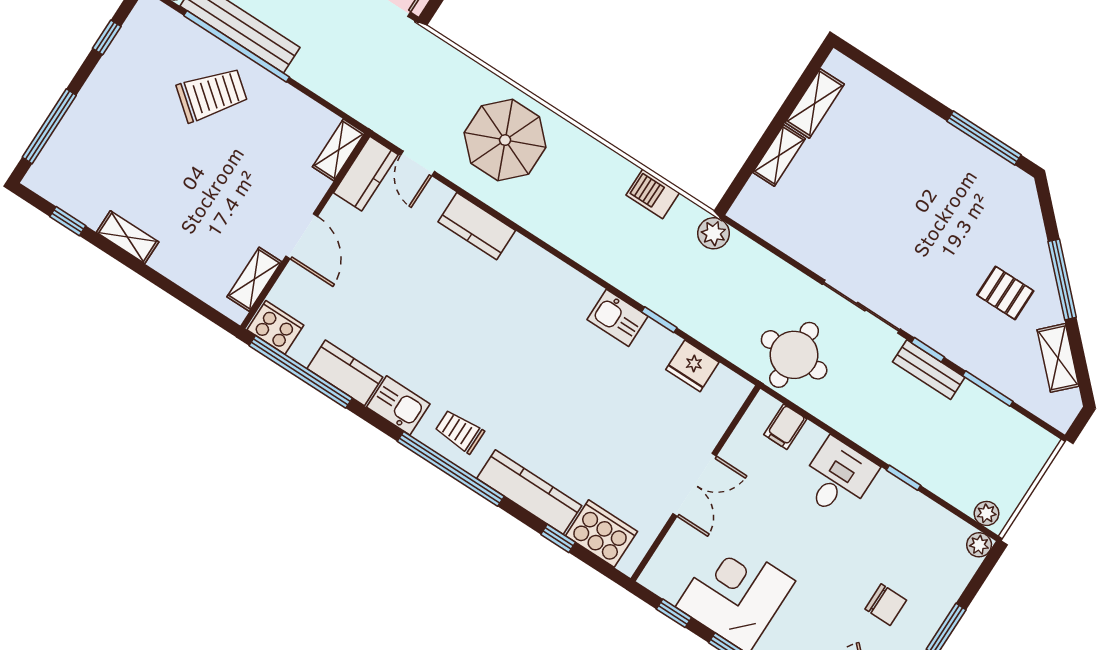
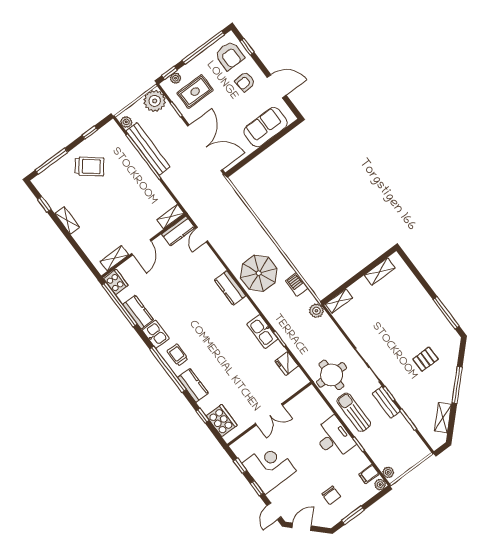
trolley: (212, 95) -> (89, 166), moved
parasol: (505, 140) -> (259, 273), moved
shelving: (779, 156) -> (339, 301), moved
kitchen counter: (477, 226) -> (230, 288), moved
pallet: (1005, 293) -> (426, 359), moved, turned 90
kitchen sink: (618, 318) -> (262, 332), width x1.38
sun lounger: (869, 415) -> (354, 412), added
filing cabinet: (785, 427) -> (369, 474), moved
desk: (838, 478) -> (334, 438), width x1.37
kitchen counter: (529, 492) -> (193, 385), width x0.67

